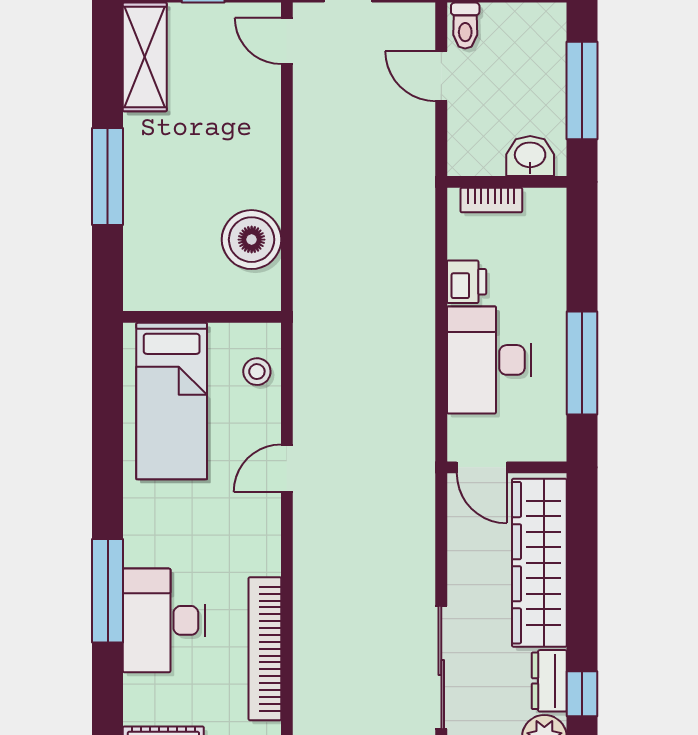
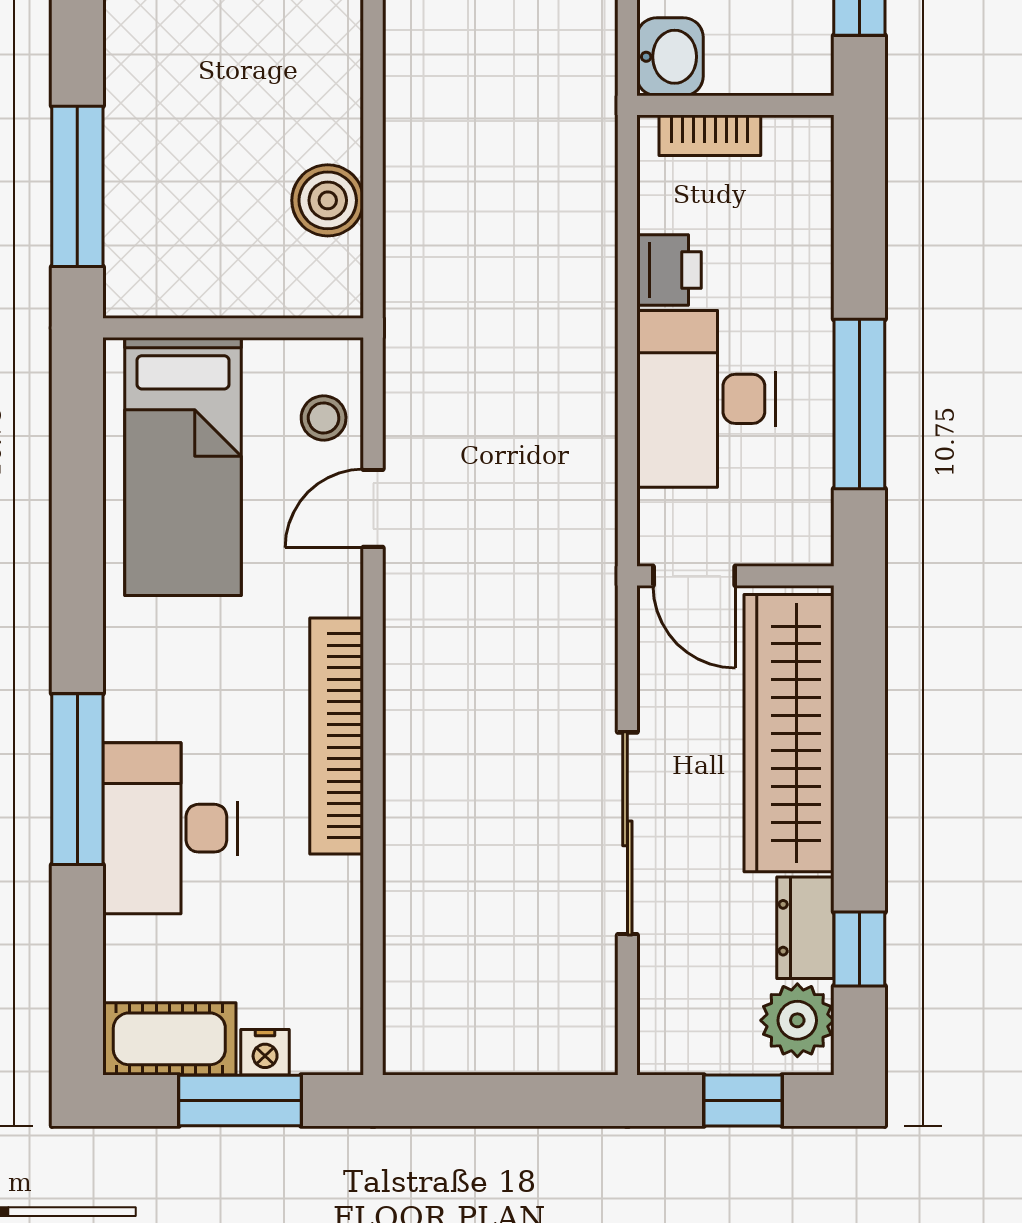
washbasin: (530, 156) -> (670, 57), moved, turned 90
window: (108, 176) -> (77, 186), moved
boiler: (252, 240) -> (328, 200), width x0.73, depth x0.73
door: (287, 468) -> (373, 508), moved
bookcase: (265, 649) -> (337, 736), moved
sliding door: (441, 668) -> (627, 833), moved

